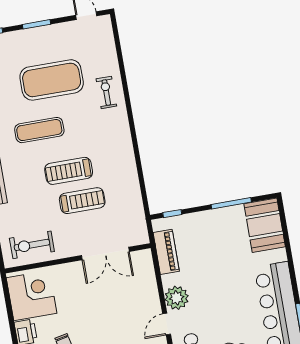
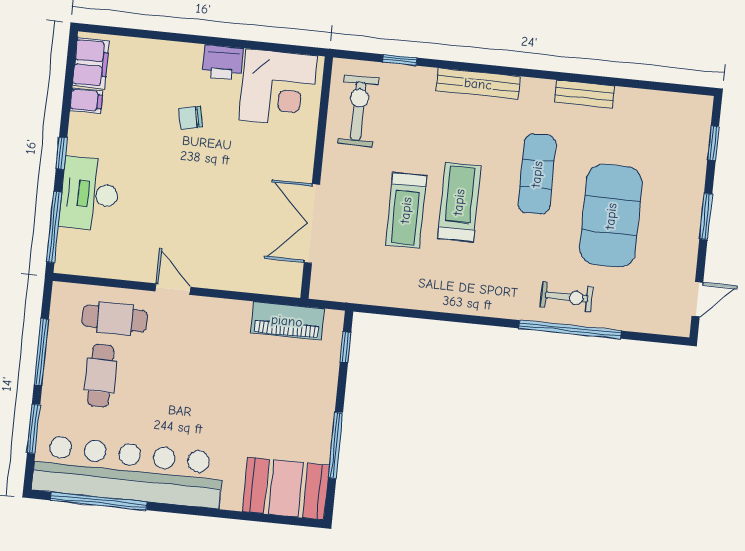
window: (125, 85) -> (570, 329), added
plant: (177, 298) -> (210, 317), removed

